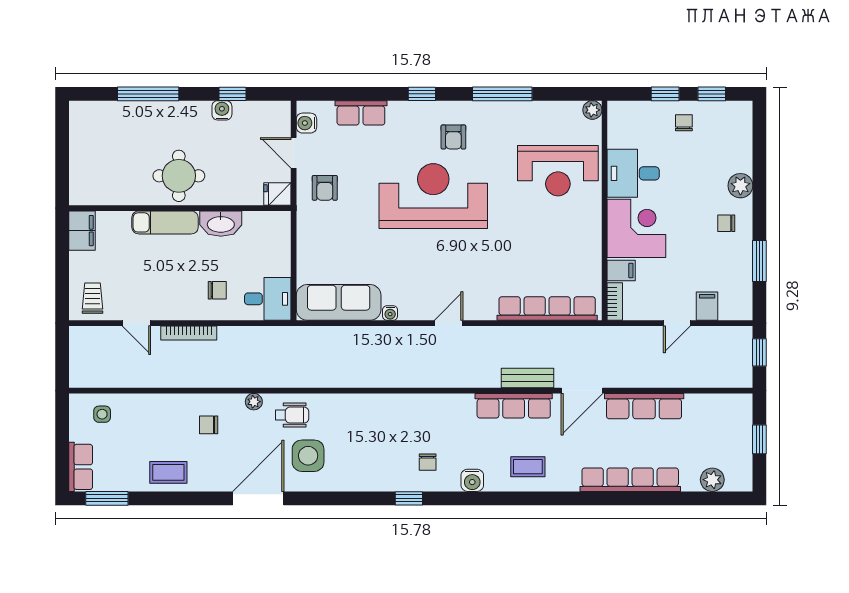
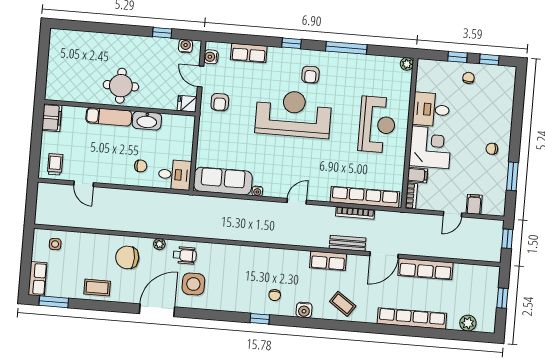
window: (148, 94) -> (105, 28), removed
water cooler: (222, 110) -> (186, 46), moved
reception desk: (558, 171) -> (377, 124), moved, turned -90
plant: (740, 186) -> (504, 124), removed
bookcase: (189, 333) -> (355, 213), moved
row of seats: (514, 406) -> (328, 261), width x0.68
chair: (209, 425) -> (127, 257), width x1.87, depth x1.87
coffee table: (528, 467) -> (343, 304), turned 35

